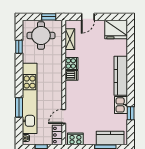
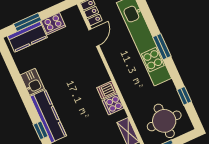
window: (19, 107) -> (162, 47), moved
window: (131, 113) -> (41, 130), moved
cooker: (75, 139) -> (53, 24), moved

